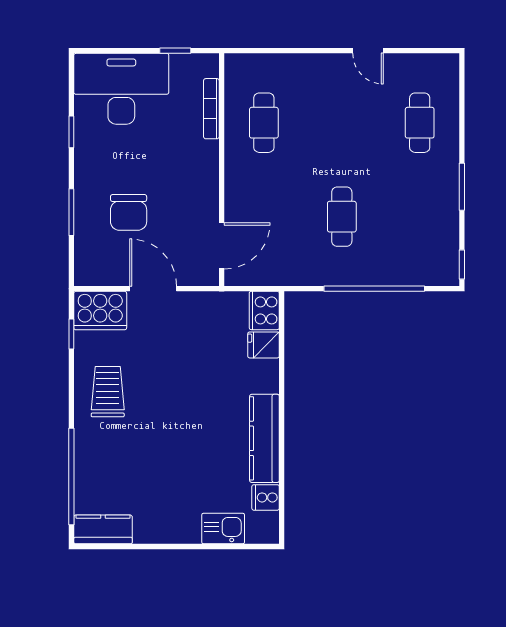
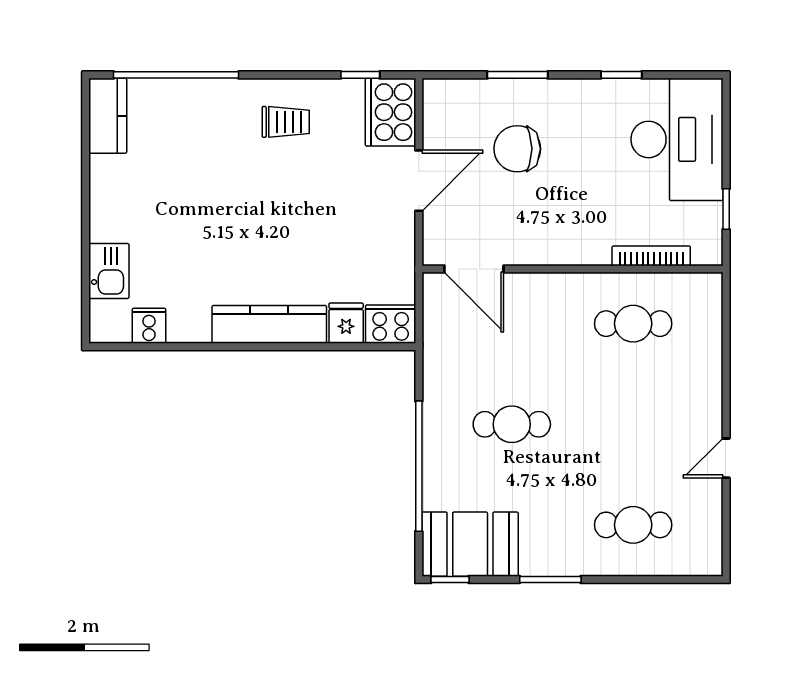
booth: (435, 249) -> (470, 544), added
trolley: (108, 392) -> (286, 122), width x0.73, depth x0.72
kitchen counter: (264, 438) -> (269, 324), moved

